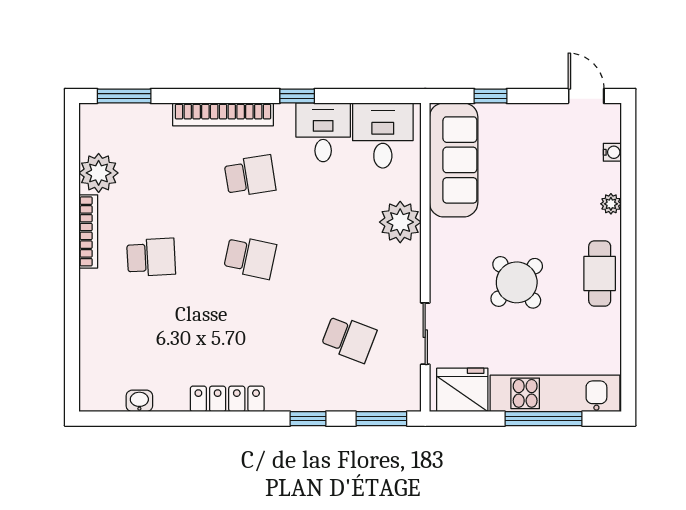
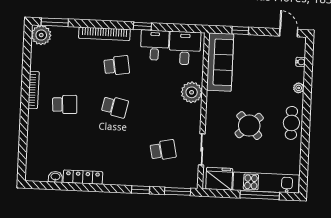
plant: (99, 173) -> (41, 35), moved
school desk: (349, 339) -> (163, 150), turned -33
locker: (227, 399) -> (83, 177), moved

